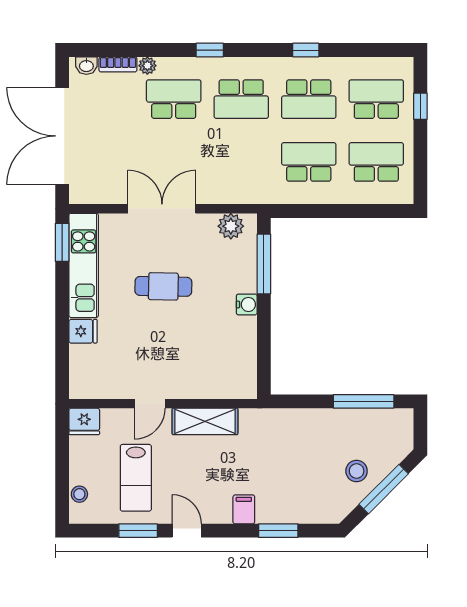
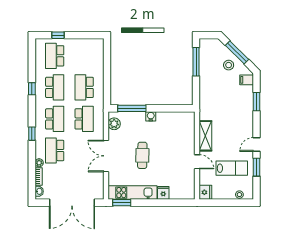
school desk: (376, 162) -> (84, 119), moved, turned 180
filing cabinet: (244, 509) -> (247, 80), moved

